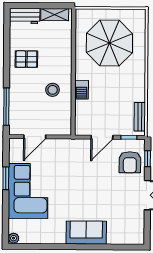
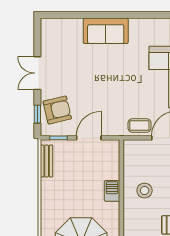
coffee table: (57, 148) -> (139, 126), added
armchair: (130, 162) -> (57, 110), turned 77

